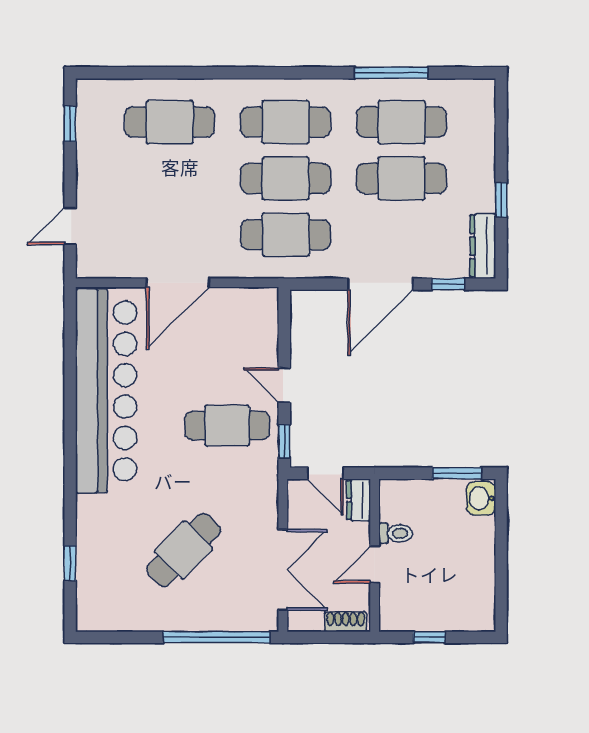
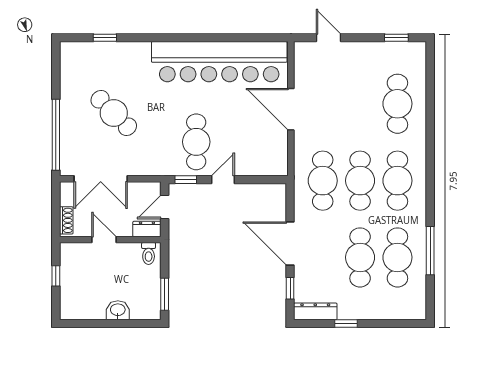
washbasin: (481, 498) -> (118, 310), moved
toilet: (396, 533) -> (149, 253), moved

